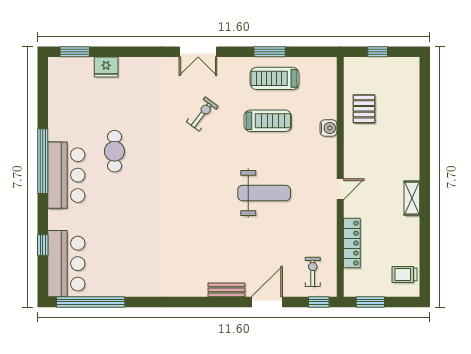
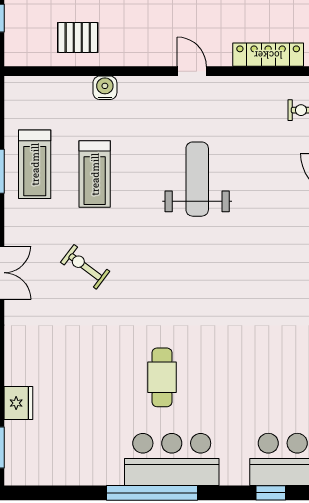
treadmill: (268, 121) -> (95, 174), turned 180
cafe table: (114, 151) -> (162, 377), moved, turned 90

